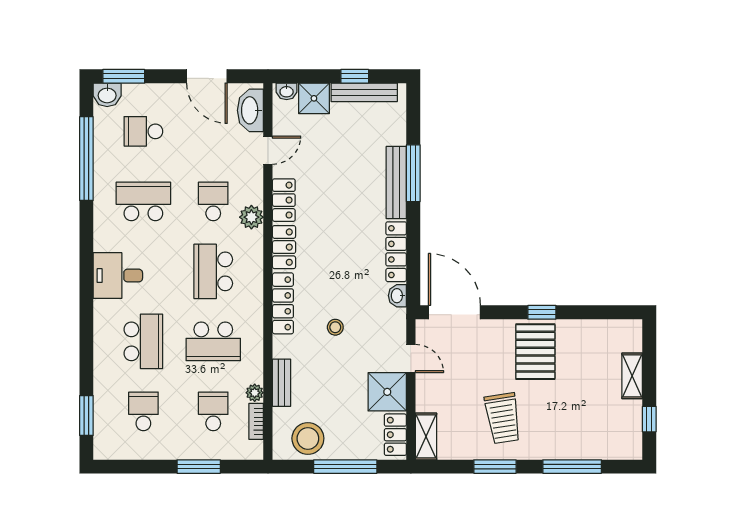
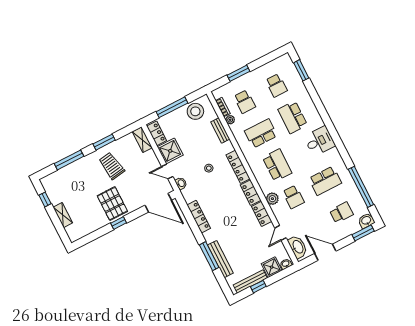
bench: (396, 183) -> (220, 259), moved
washbasin: (397, 296) -> (181, 183), moved

